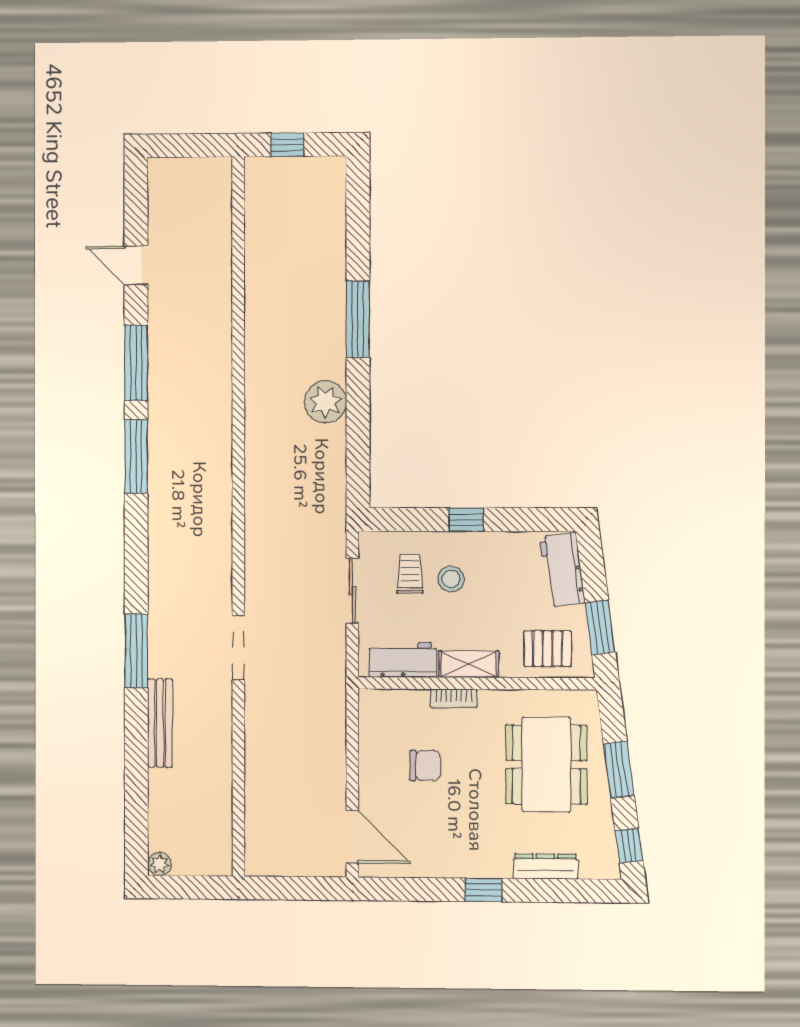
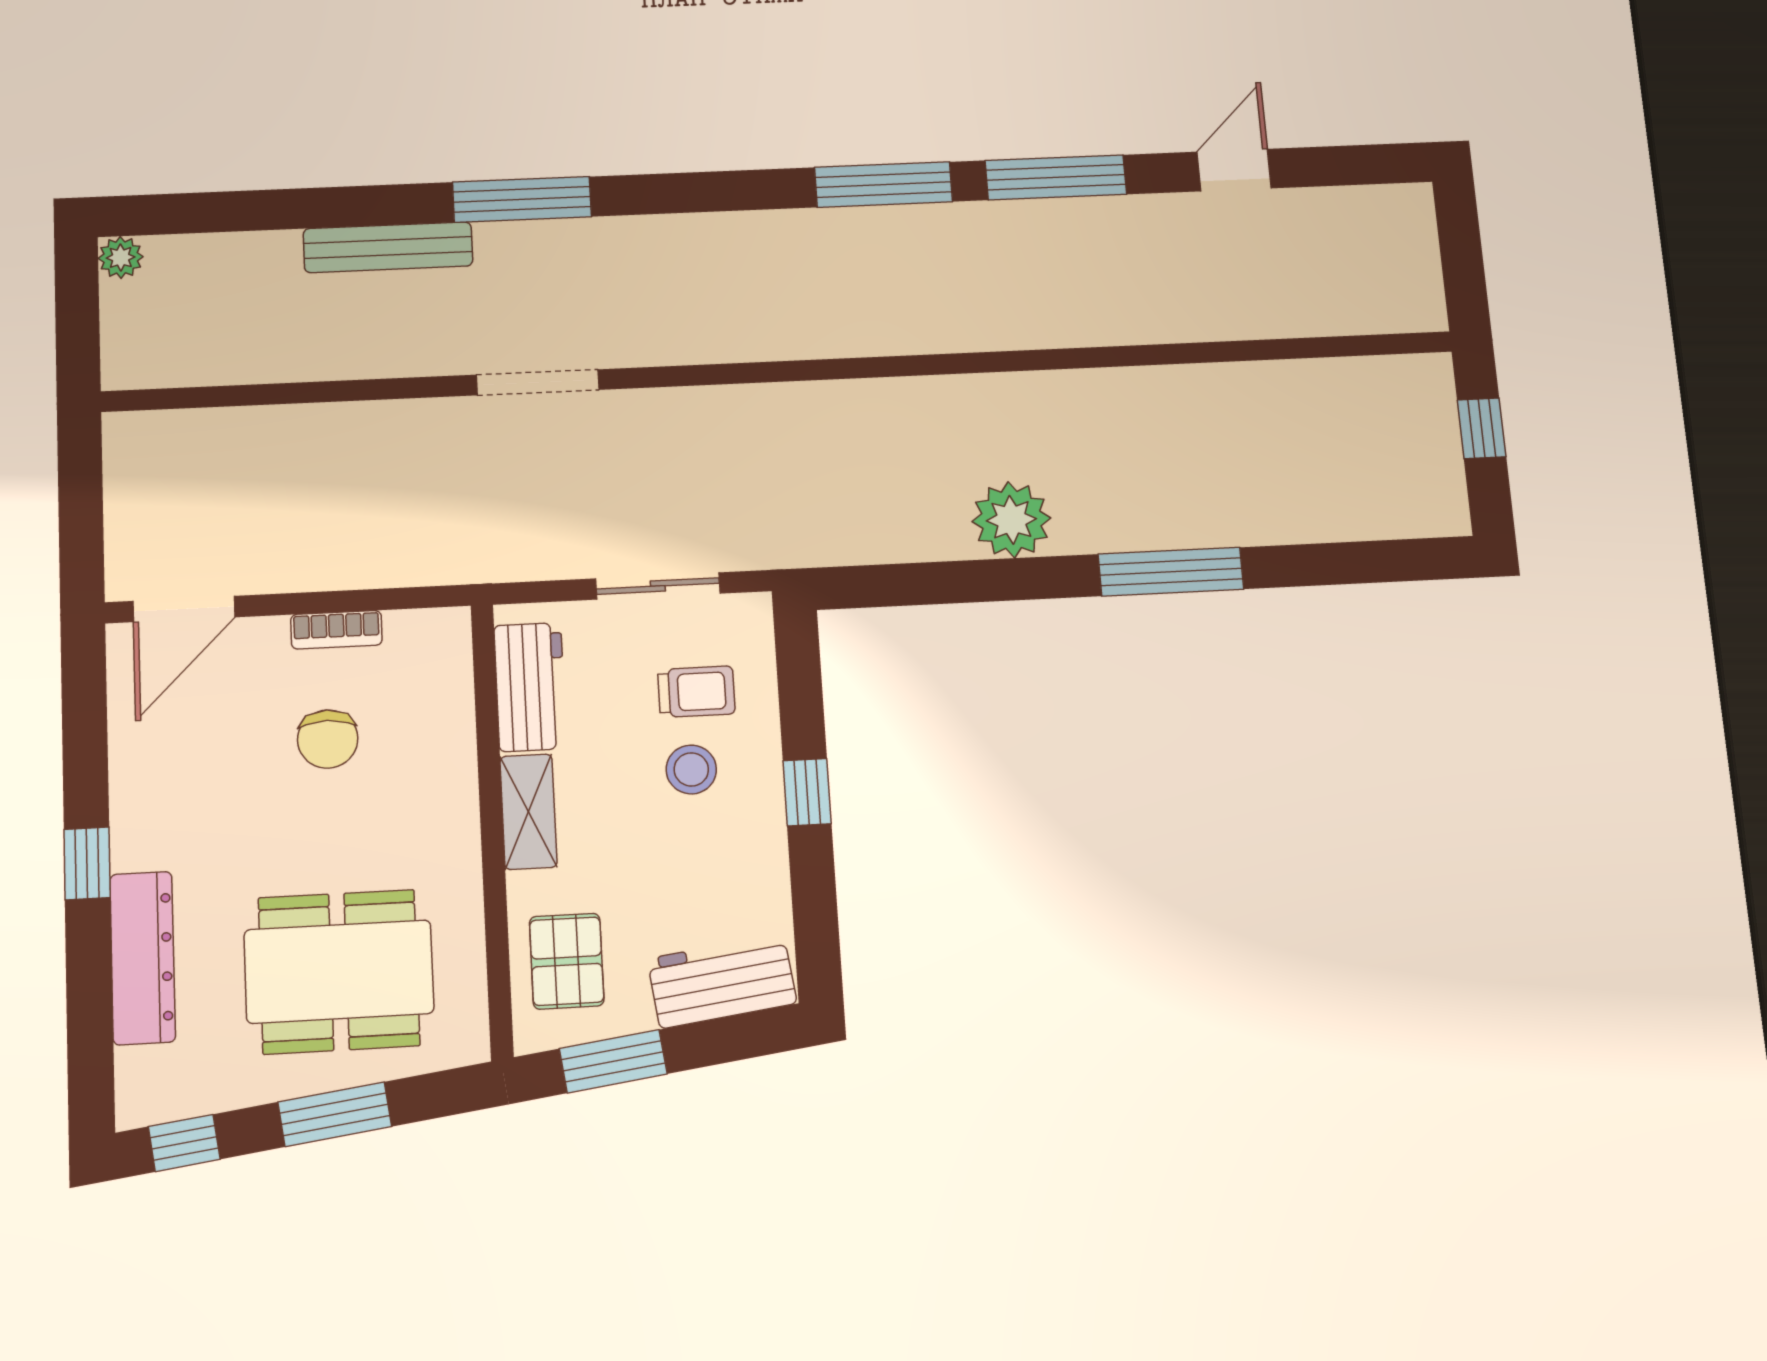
bookcase: (454, 698) -> (336, 630), moved, turned -90
dresser: (545, 866) -> (143, 958), width x1.37, depth x1.24

